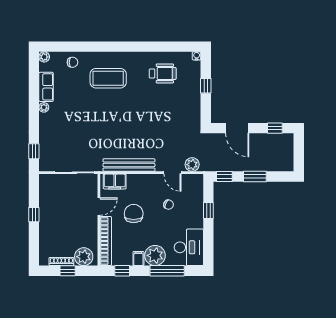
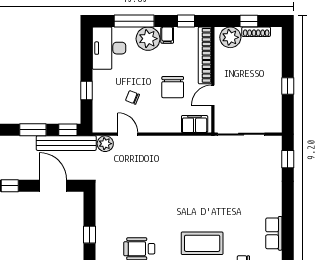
plant: (44, 107) -> (276, 210), removed
bench: (129, 165) -> (66, 143), moved

